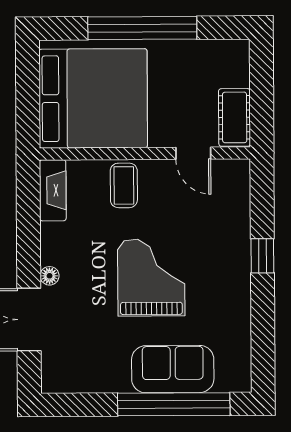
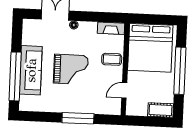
cot: (235, 117) -> (161, 110), moved
window: (262, 256) -> (78, 118), width x2.17
sofa: (173, 369) -> (31, 70), width x1.36

